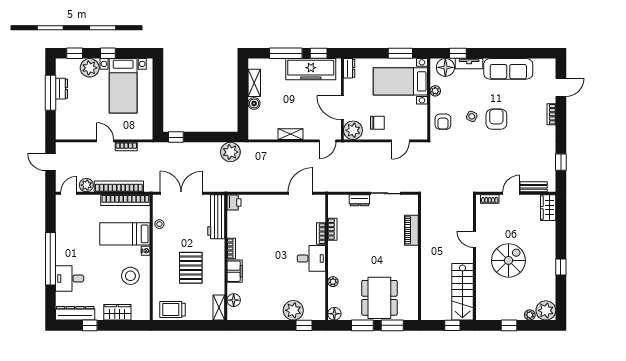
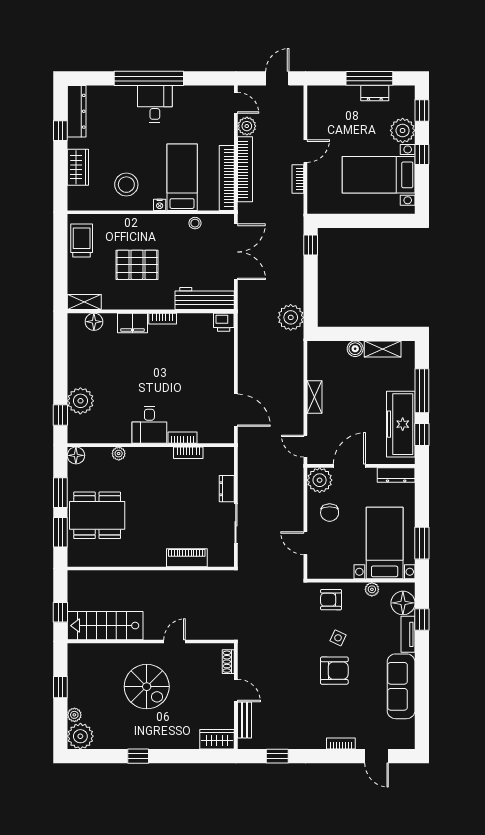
dresser: (349, 68) -> (396, 475), width x1.44
desk: (70, 278) -> (155, 104), moved

